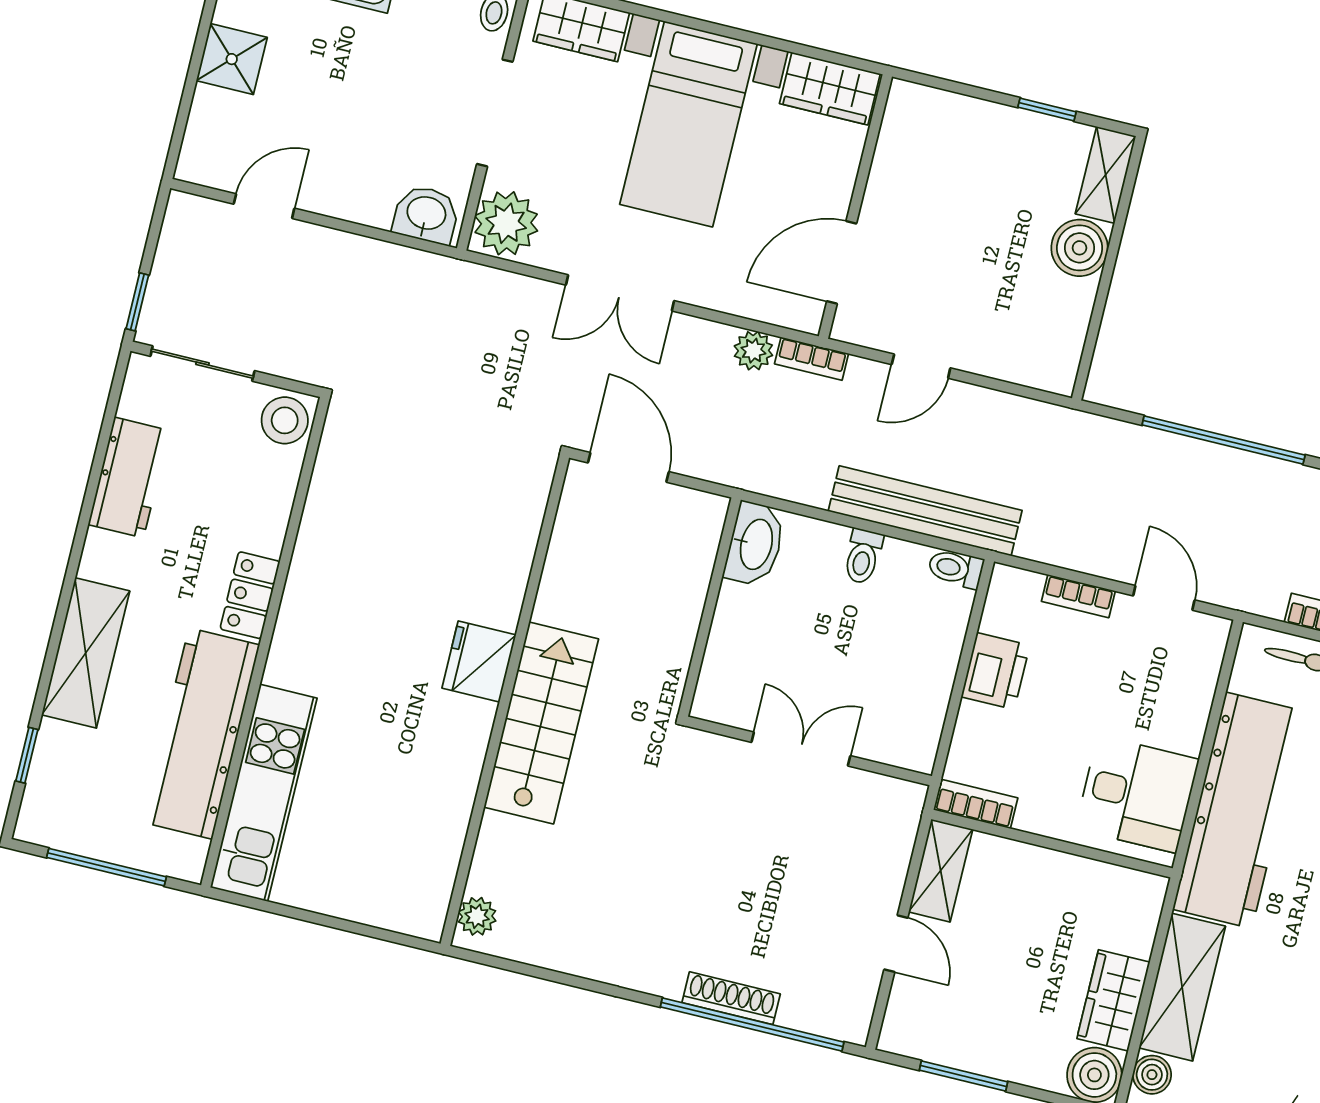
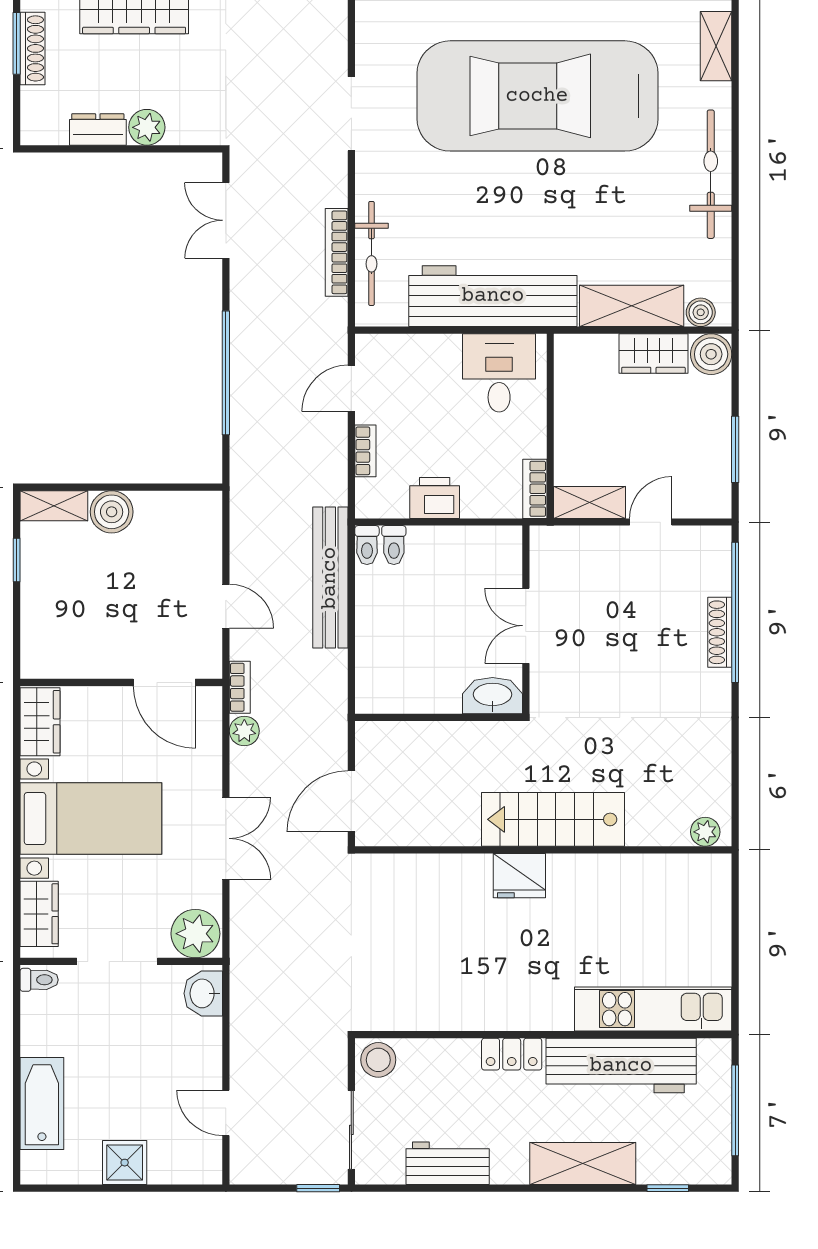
washbasin: (755, 544) -> (492, 696), moved
toilet: (863, 556) -> (394, 545), moved, turned 90

